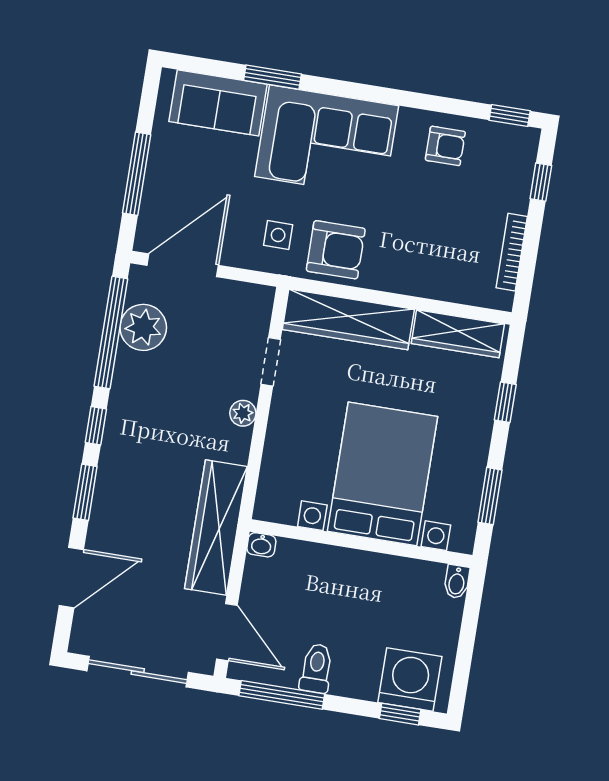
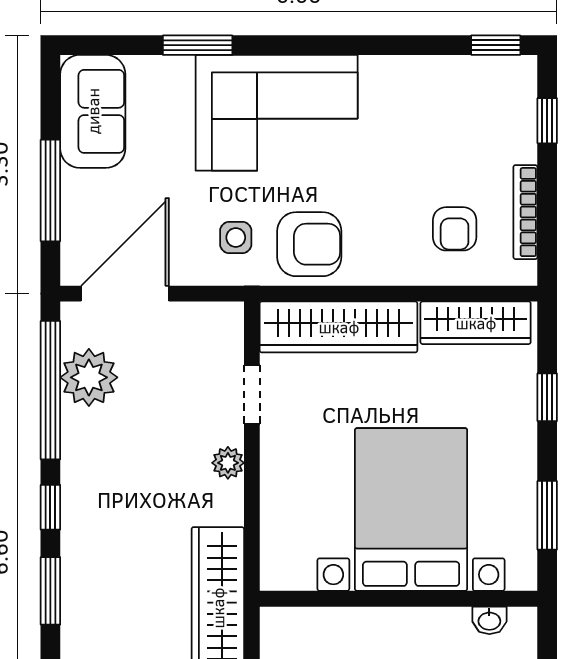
sofa: (218, 103) -> (93, 111), moved, turned -90
armchair: (445, 146) -> (455, 229), moved, turned 90
washbasin: (261, 545) -> (489, 620), moved
bidet: (457, 582) -> (523, 627), removed

